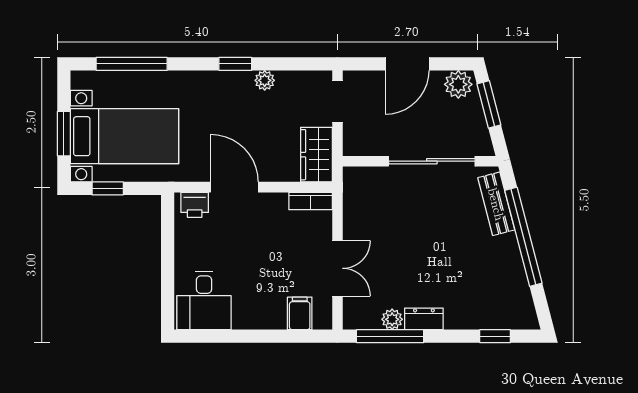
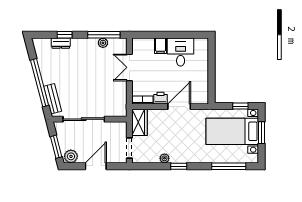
door: (234, 187) -> (179, 107), swing flipped
printer: (195, 205) -> (161, 98), moved
desk: (204, 300) -> (181, 52), moved
filing cabinet: (300, 313) -> (160, 46), moved
dresser: (424, 319) -> (61, 43), moved
window: (495, 336) -> (65, 35), moved

